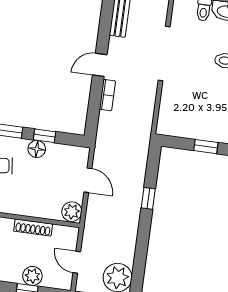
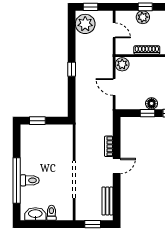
window: (148, 198) -> (72, 69), moved

